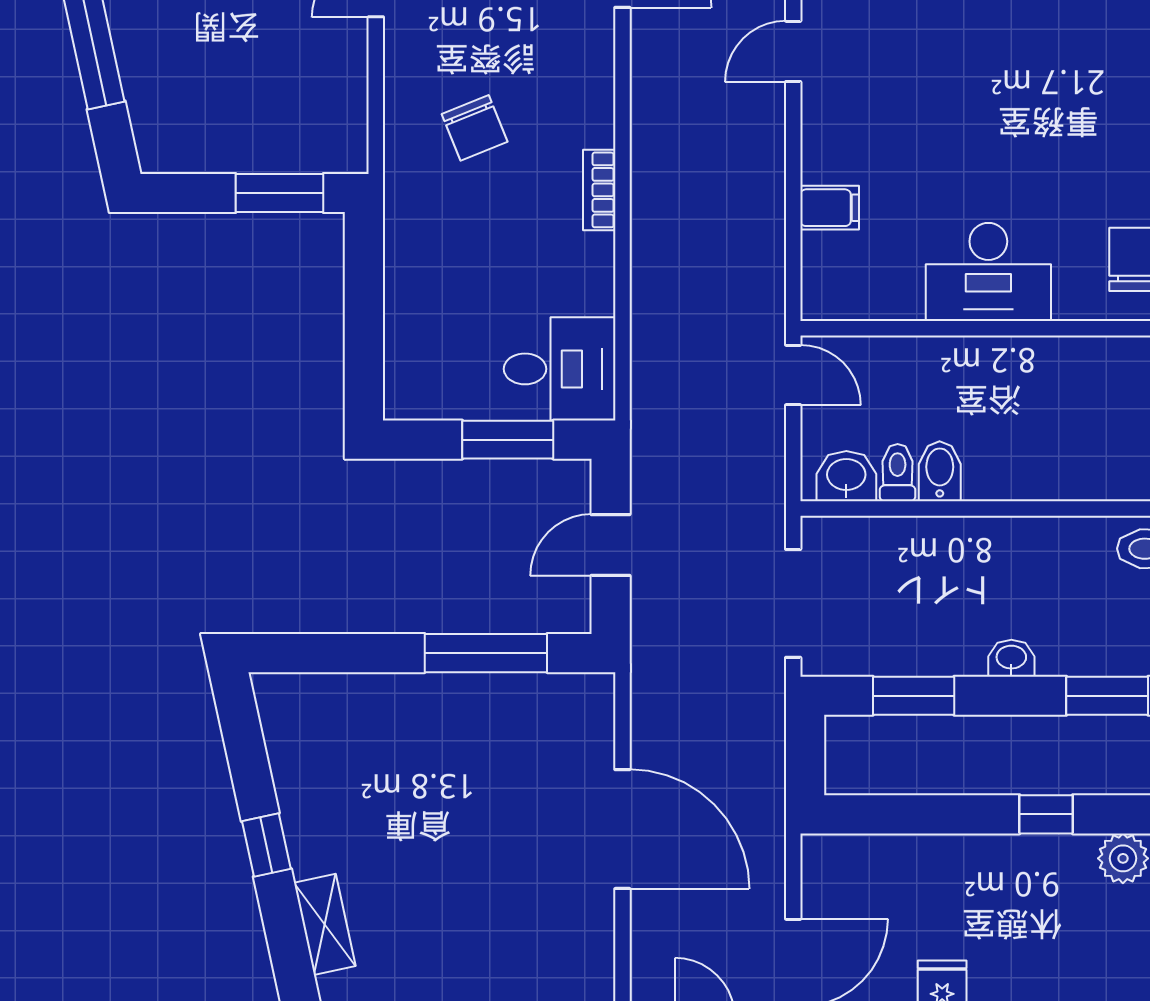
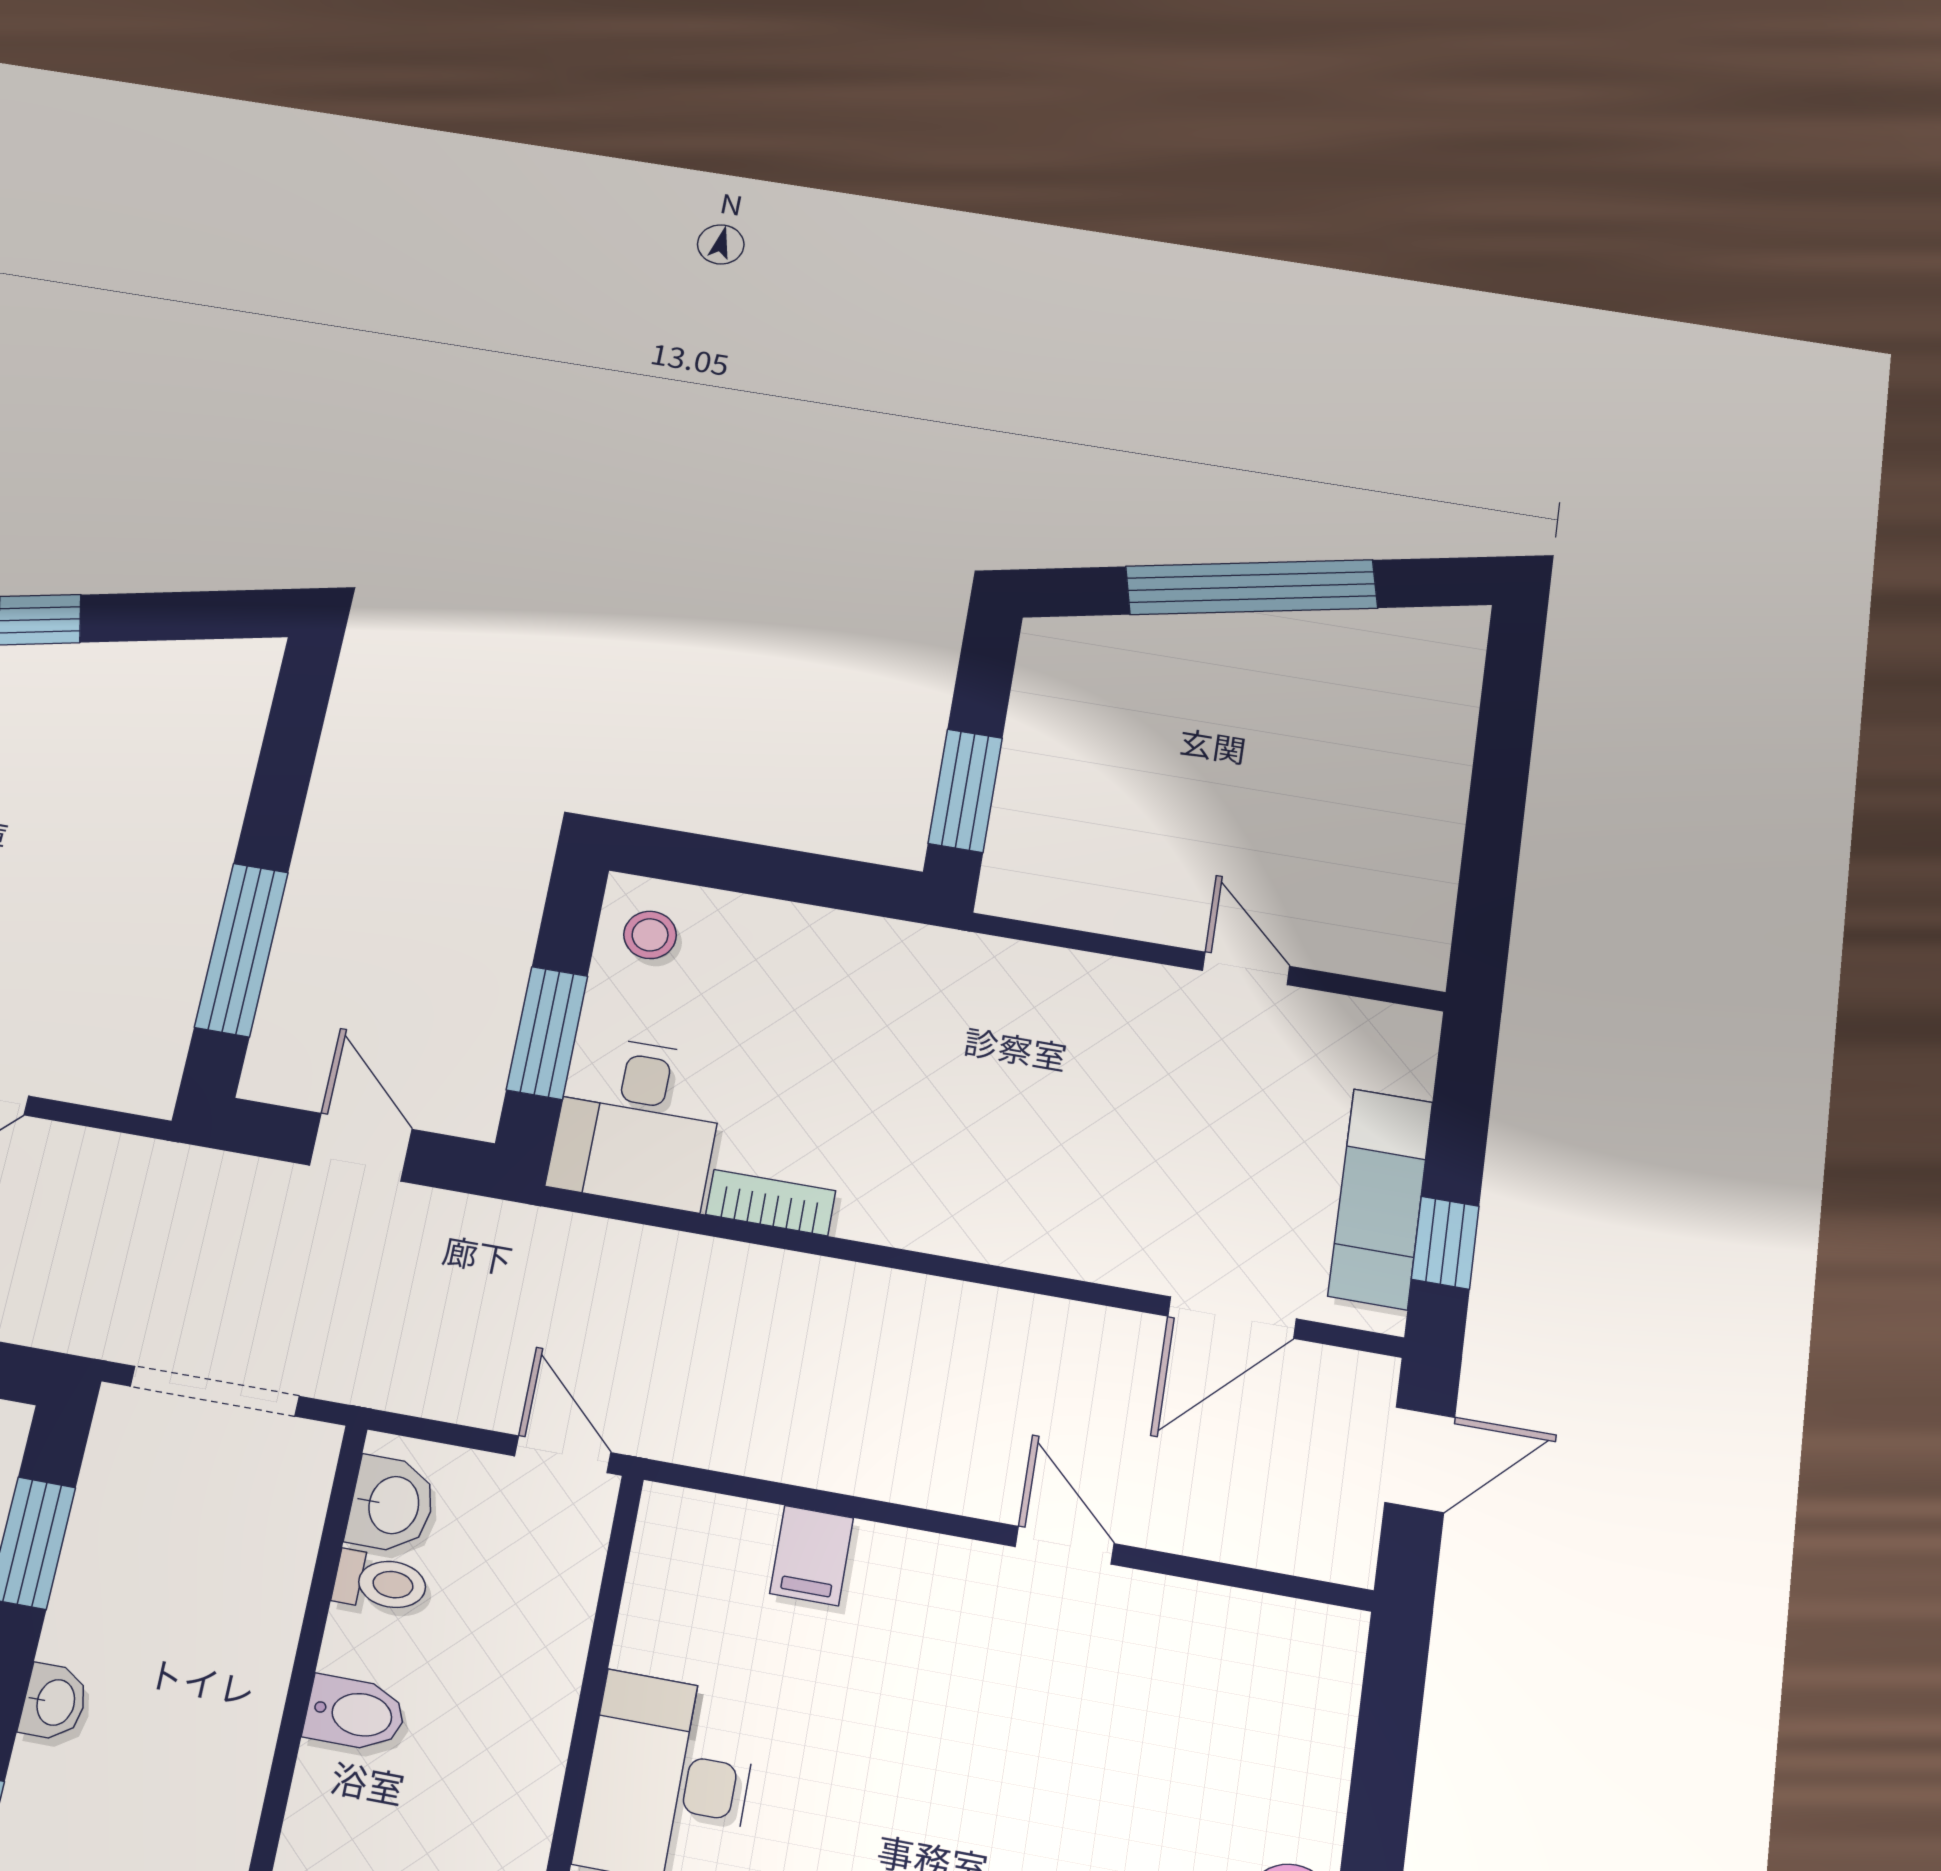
chair: (475, 128) -> (1018, 1067), removed
bookcase: (599, 190) -> (771, 1203), moved
door: (793, 375) -> (563, 1454), swing flipped
stool: (425, 385) -> (650, 935), added
bidet: (940, 471) -> (355, 1714), moved

